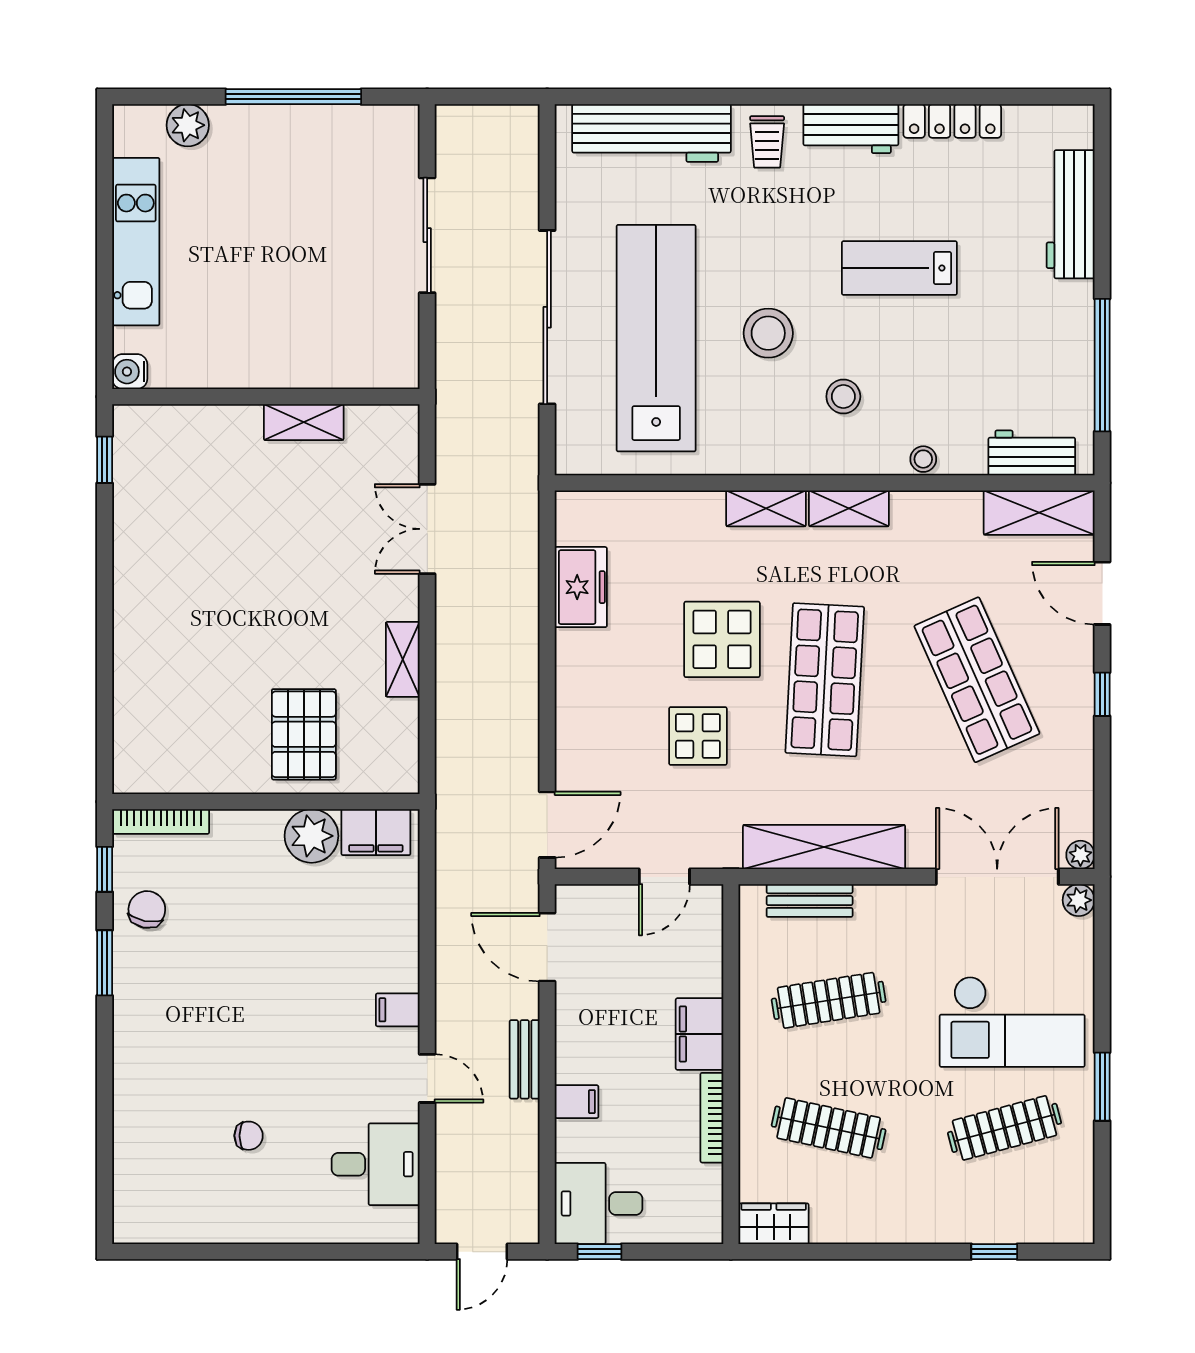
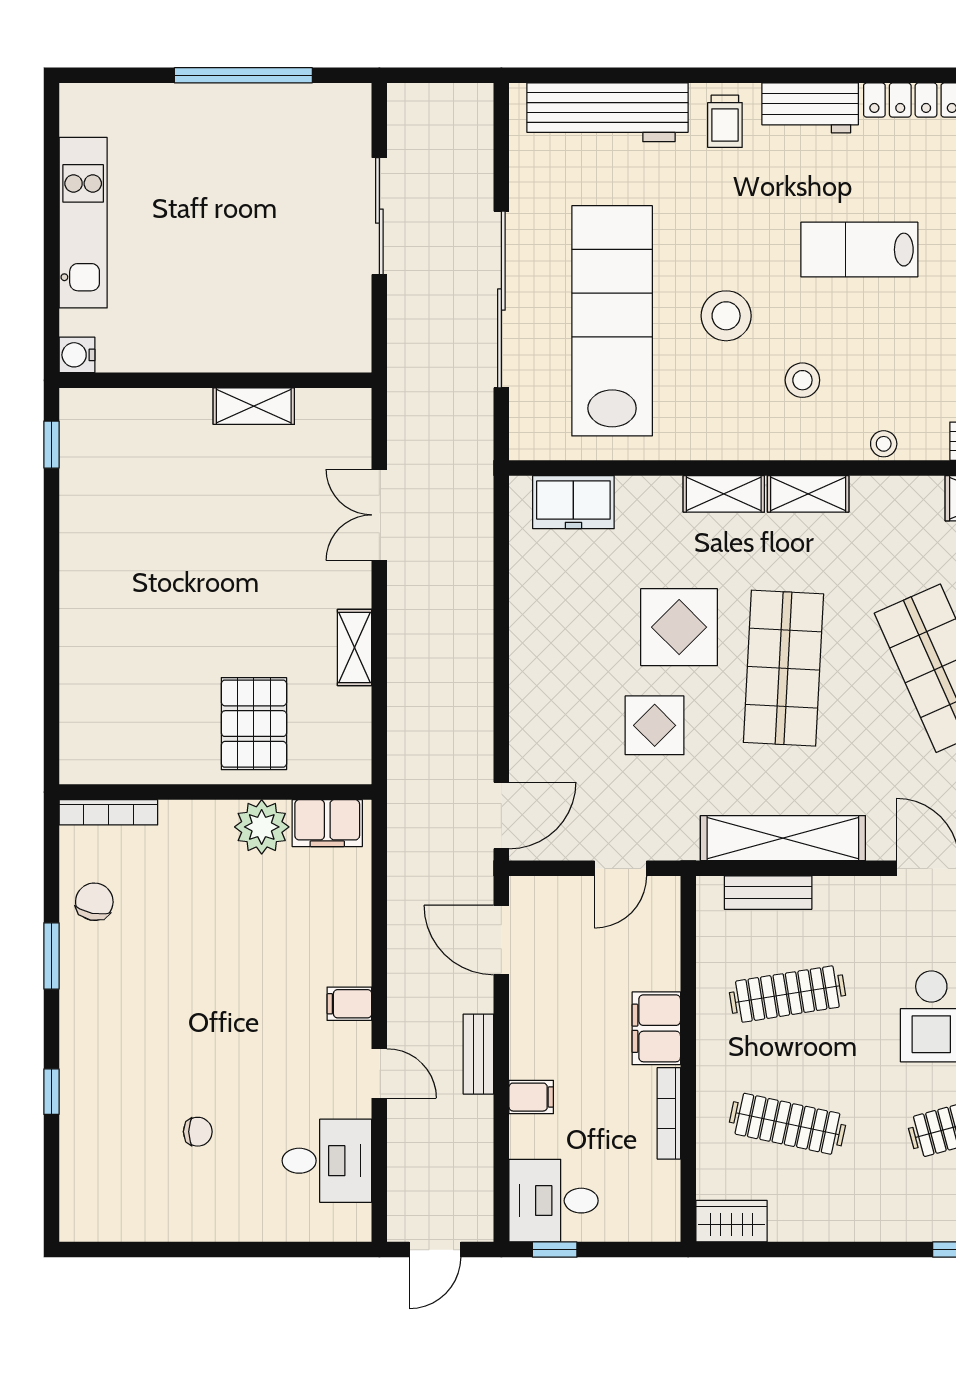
plant: (188, 125) -> (136, 104), removed
freezer: (581, 587) -> (573, 502), moved, turned 90
window: (105, 869) -> (51, 1092), moved

